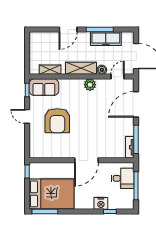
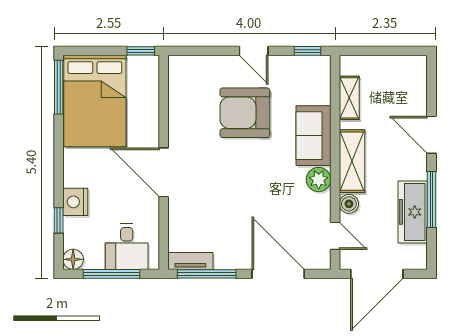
sofa: (44, 87) -> (313, 136), moved
door: (27, 116) -> (254, 51), swing flipped
floor lamp: (129, 205) -> (73, 259), added

